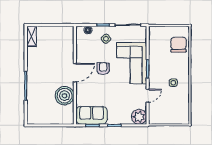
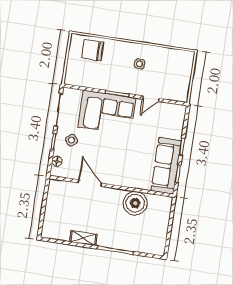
shelving: (31, 36) -> (83, 238), moved
armchair: (103, 69) -> (108, 150), removed
door: (75, 73) -> (90, 183), moved
door: (148, 96) -> (151, 99), swing flipped
sofa: (92, 115) -> (166, 166), width x1.36
plant: (139, 117) -> (176, 114), removed

